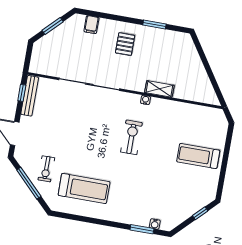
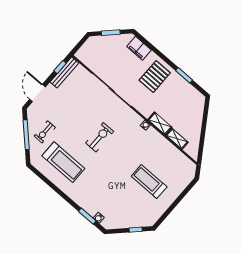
filing cabinet: (91, 25) -> (139, 48), width x2.00
pallet: (125, 44) -> (155, 77), width x1.50, depth x1.42
shelving: (186, 94) -> (177, 139), added
exercise bike: (131, 137) -> (100, 137), moved
treadmill: (198, 156) -> (149, 182), moved

